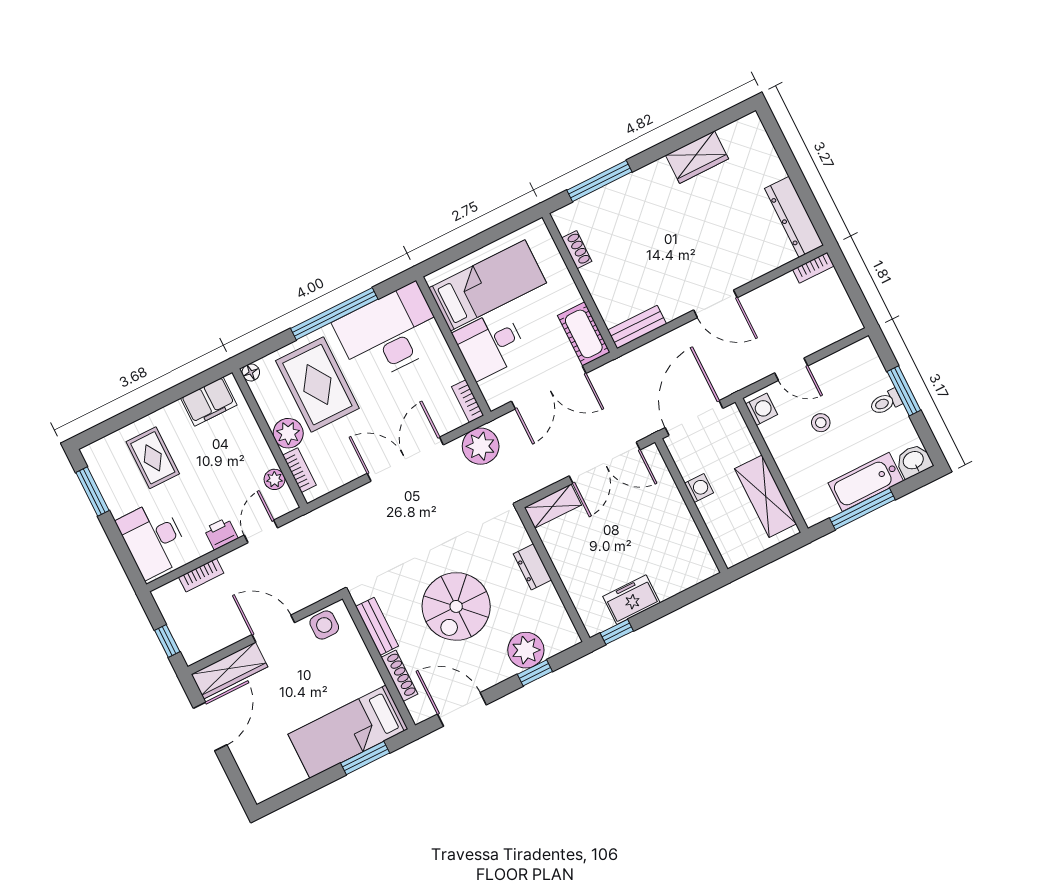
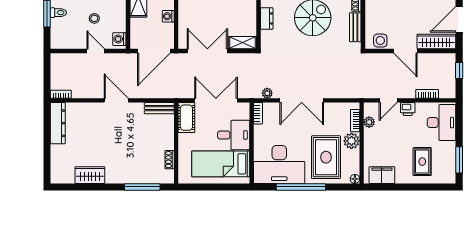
plant: (481, 446) -> (267, 93), width x0.53, depth x0.53

